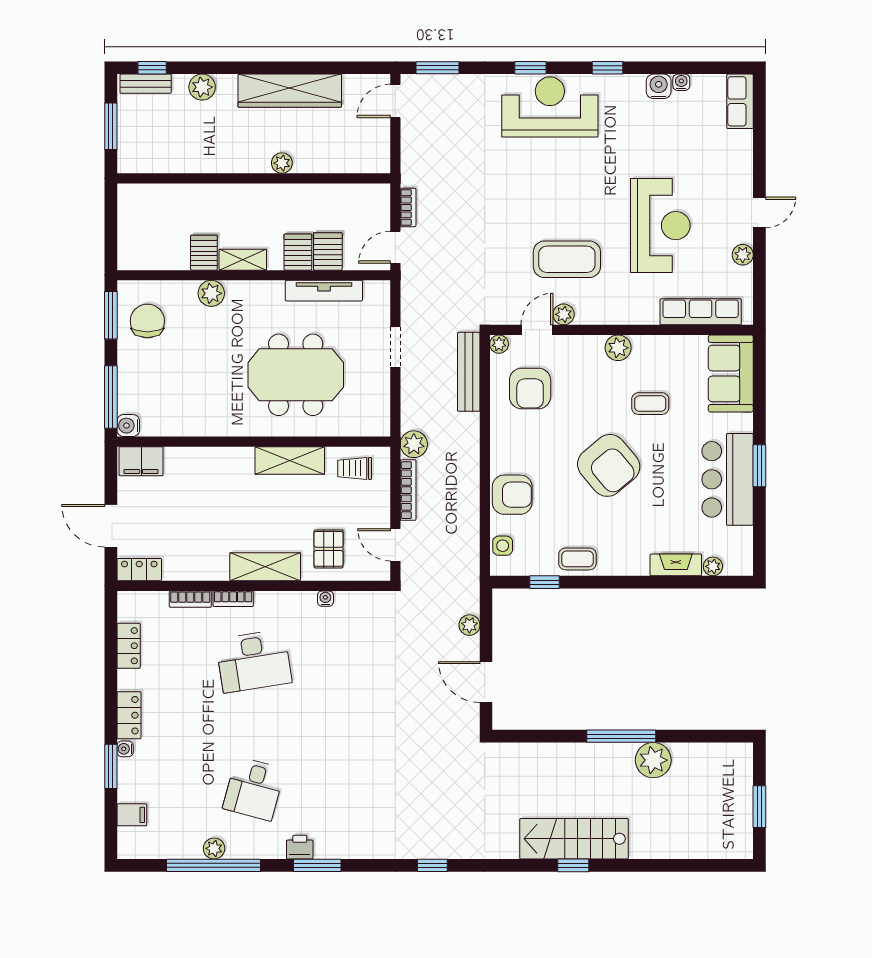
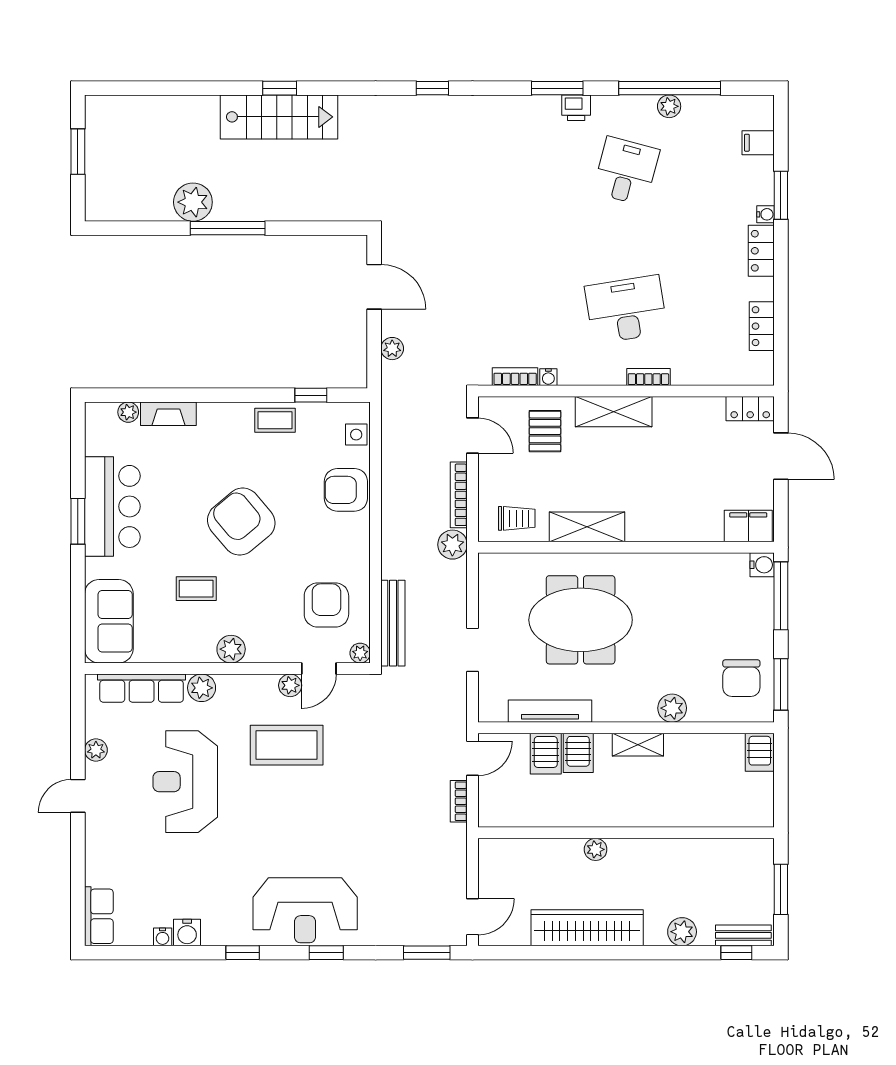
server rack: (204, 253) -> (760, 752), moved
plant: (645, 312) -> (202, 688), added
bookcase: (190, 599) -> (515, 377), moved

